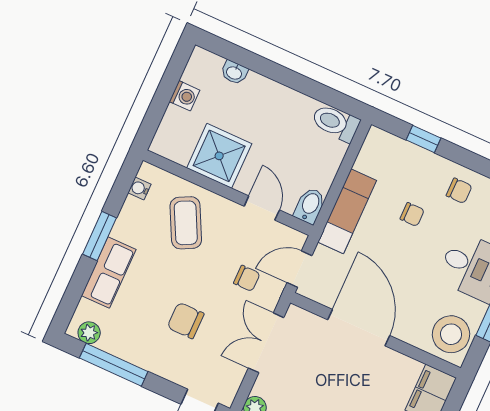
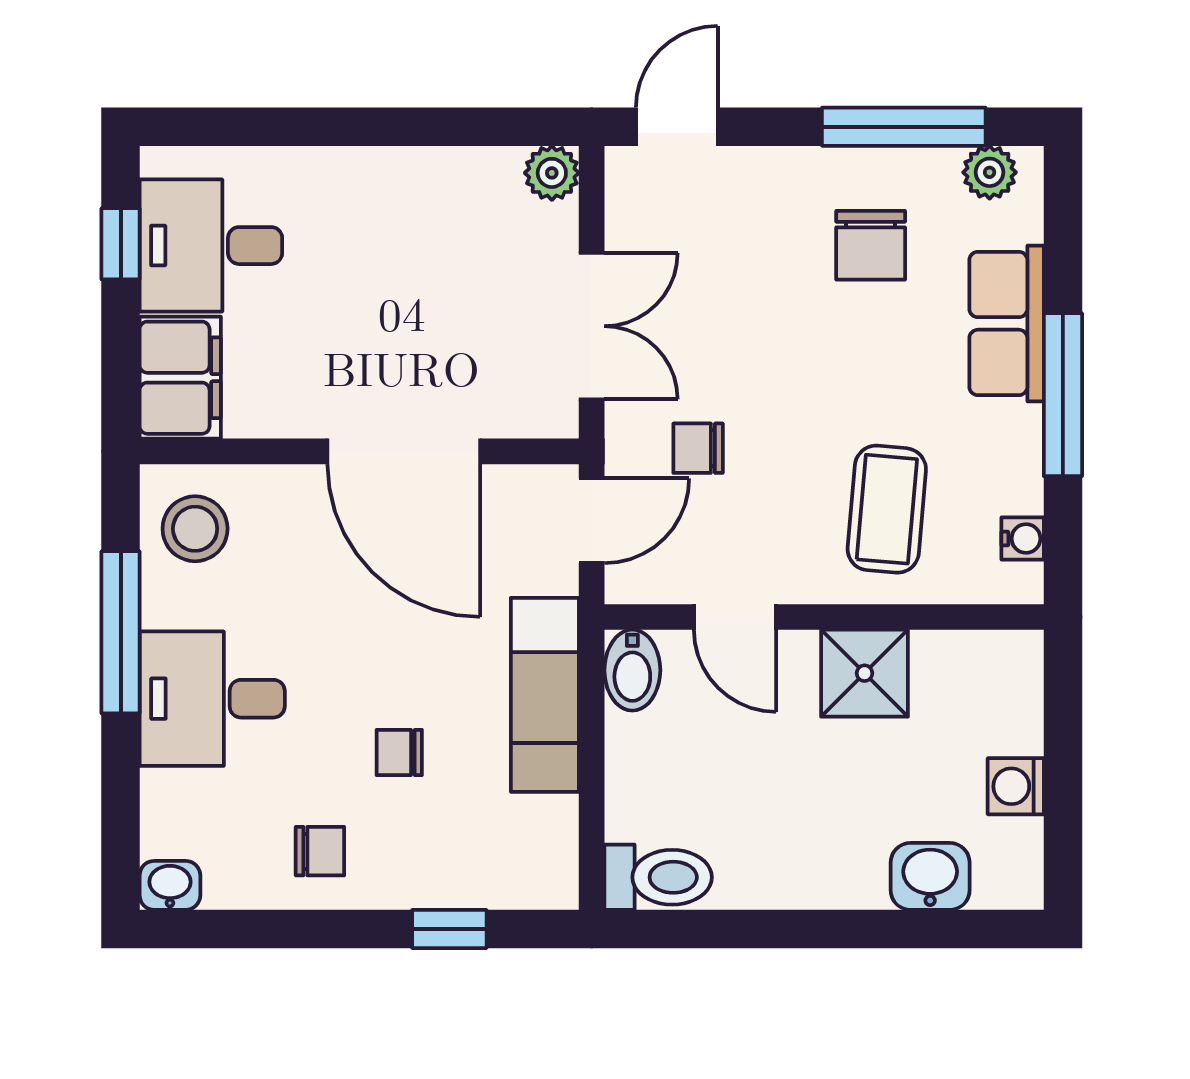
washbasin: (234, 72) -> (930, 876), width x1.38, depth x1.45
shower: (219, 156) -> (865, 673), width x0.73, depth x0.73
chair: (459, 191) -> (320, 851), turned 180
coffee table: (186, 223) -> (887, 509), turned 32
window: (99, 236) -> (1063, 395), width x1.44
chair: (186, 320) -> (871, 245), moved, turned 90
stool: (451, 334) -> (195, 529), width x0.73, depth x0.73

